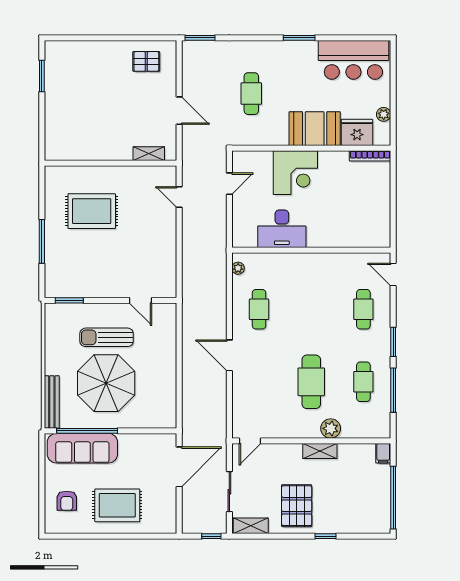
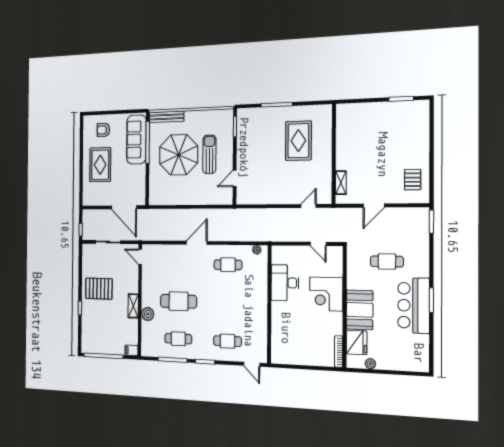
bar counter: (353, 60) -> (414, 305), moved
door: (393, 274) -> (252, 364), swing flipped
shelving: (251, 526) -> (87, 257), removed

